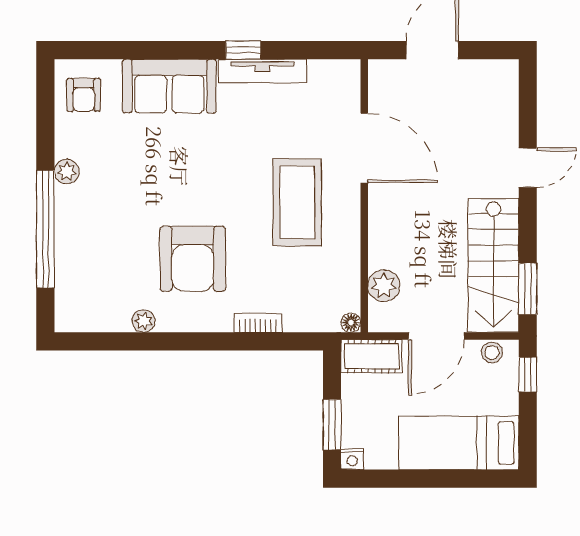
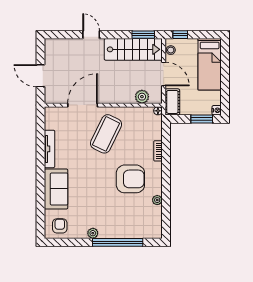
window: (243, 50) -> (40, 157), removed
armchair: (84, 95) -> (60, 226), turned -90
coffee table: (297, 202) -> (106, 134), turned -64

